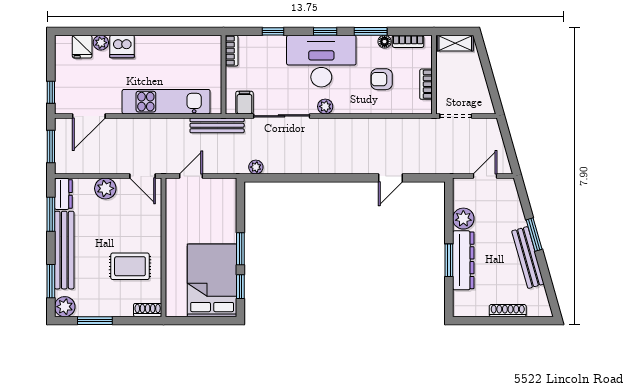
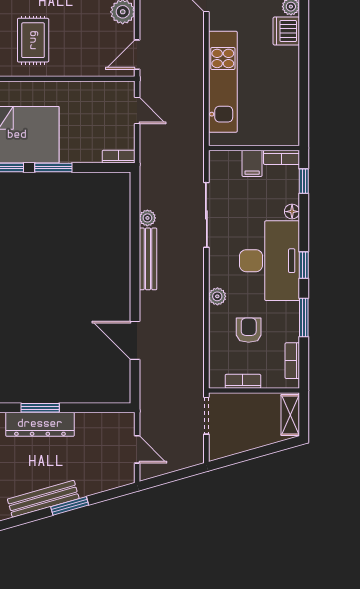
window: (273, 31) -> (304, 181), moved
floor lamp: (385, 42) -> (292, 212), moved
filing cabinet: (244, 103) -> (252, 163), moved, turned 90
plant: (325, 106) -> (217, 296), moved
bench: (217, 125) -> (148, 259), moved
plant: (256, 167) -> (147, 218), moved
door: (391, 178) -> (135, 340), width x1.38
bookcase: (231, 192) -> (119, 157), added
plant: (463, 219) -> (88, 424), removed

